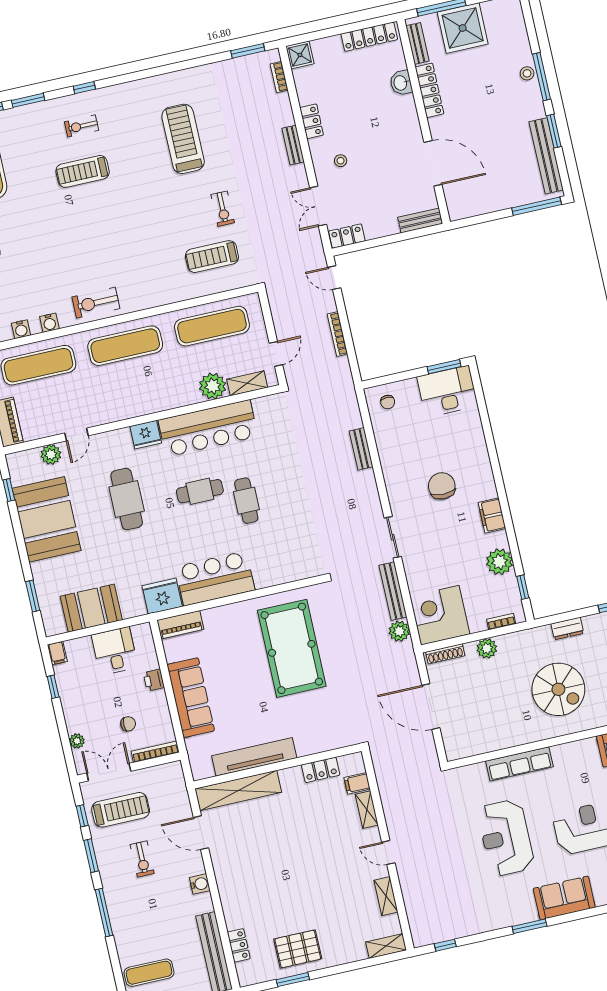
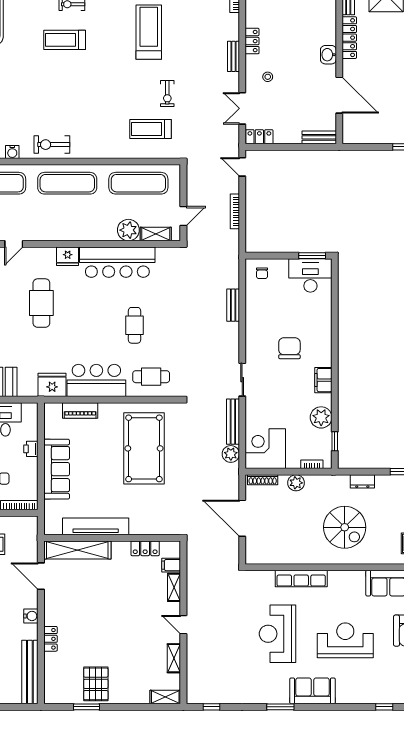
washbasin: (401, 83) -> (328, 55), moved
cafe table: (200, 491) -> (151, 377), moved
piano: (180, 625) -> (80, 410), moved
locker: (239, 945) -> (50, 639), moved
pallet: (298, 949) -> (96, 684), turned 90

